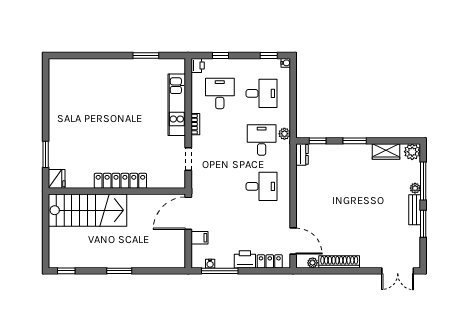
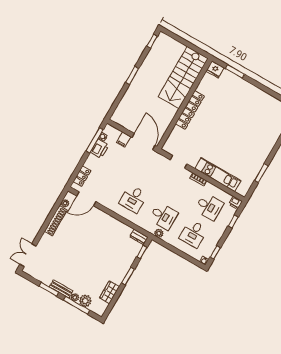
plant: (412, 152) -> (85, 301), moved
printer: (245, 259) -> (100, 149), moved

